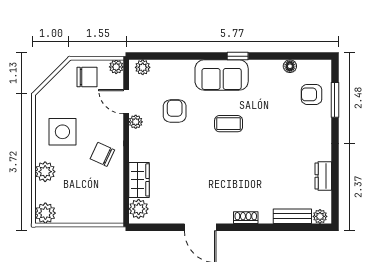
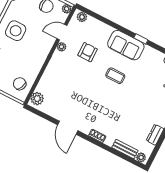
door: (126, 102) -> (62, 32), hinge flipped
chair: (102, 154) -> (20, 84), moved
wardrobe: (139, 180) -> (46, 82), removed

